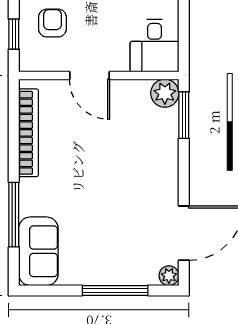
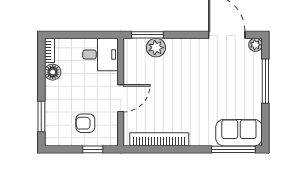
plant: (165, 93) -> (156, 48), moved
window: (14, 215) -> (233, 149), moved

